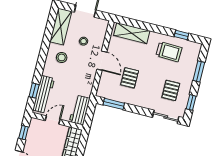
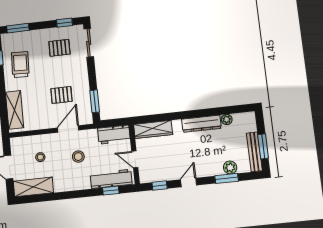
stool: (62, 57) -> (78, 157), moved
door: (102, 61) -> (68, 129), moved
window: (199, 71) -> (18, 28), moved

